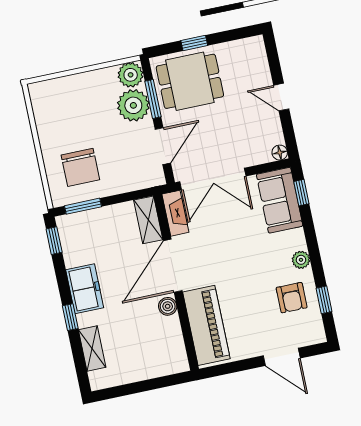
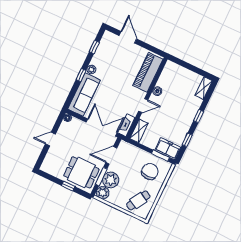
door: (281, 97) -> (50, 139), swing flipped
cafe table: (63, 106) -> (138, 200), added
window: (301, 193) -> (81, 75), moved
sofa: (280, 200) -> (84, 94), width x1.36
window: (54, 241) -> (187, 140), moved
door: (173, 266) -> (143, 106), width x0.53
freezer: (85, 289) -> (168, 149), moved, turned 90
armchair: (292, 298) -> (106, 58), removed
shelving: (92, 348) -> (204, 88), moved

